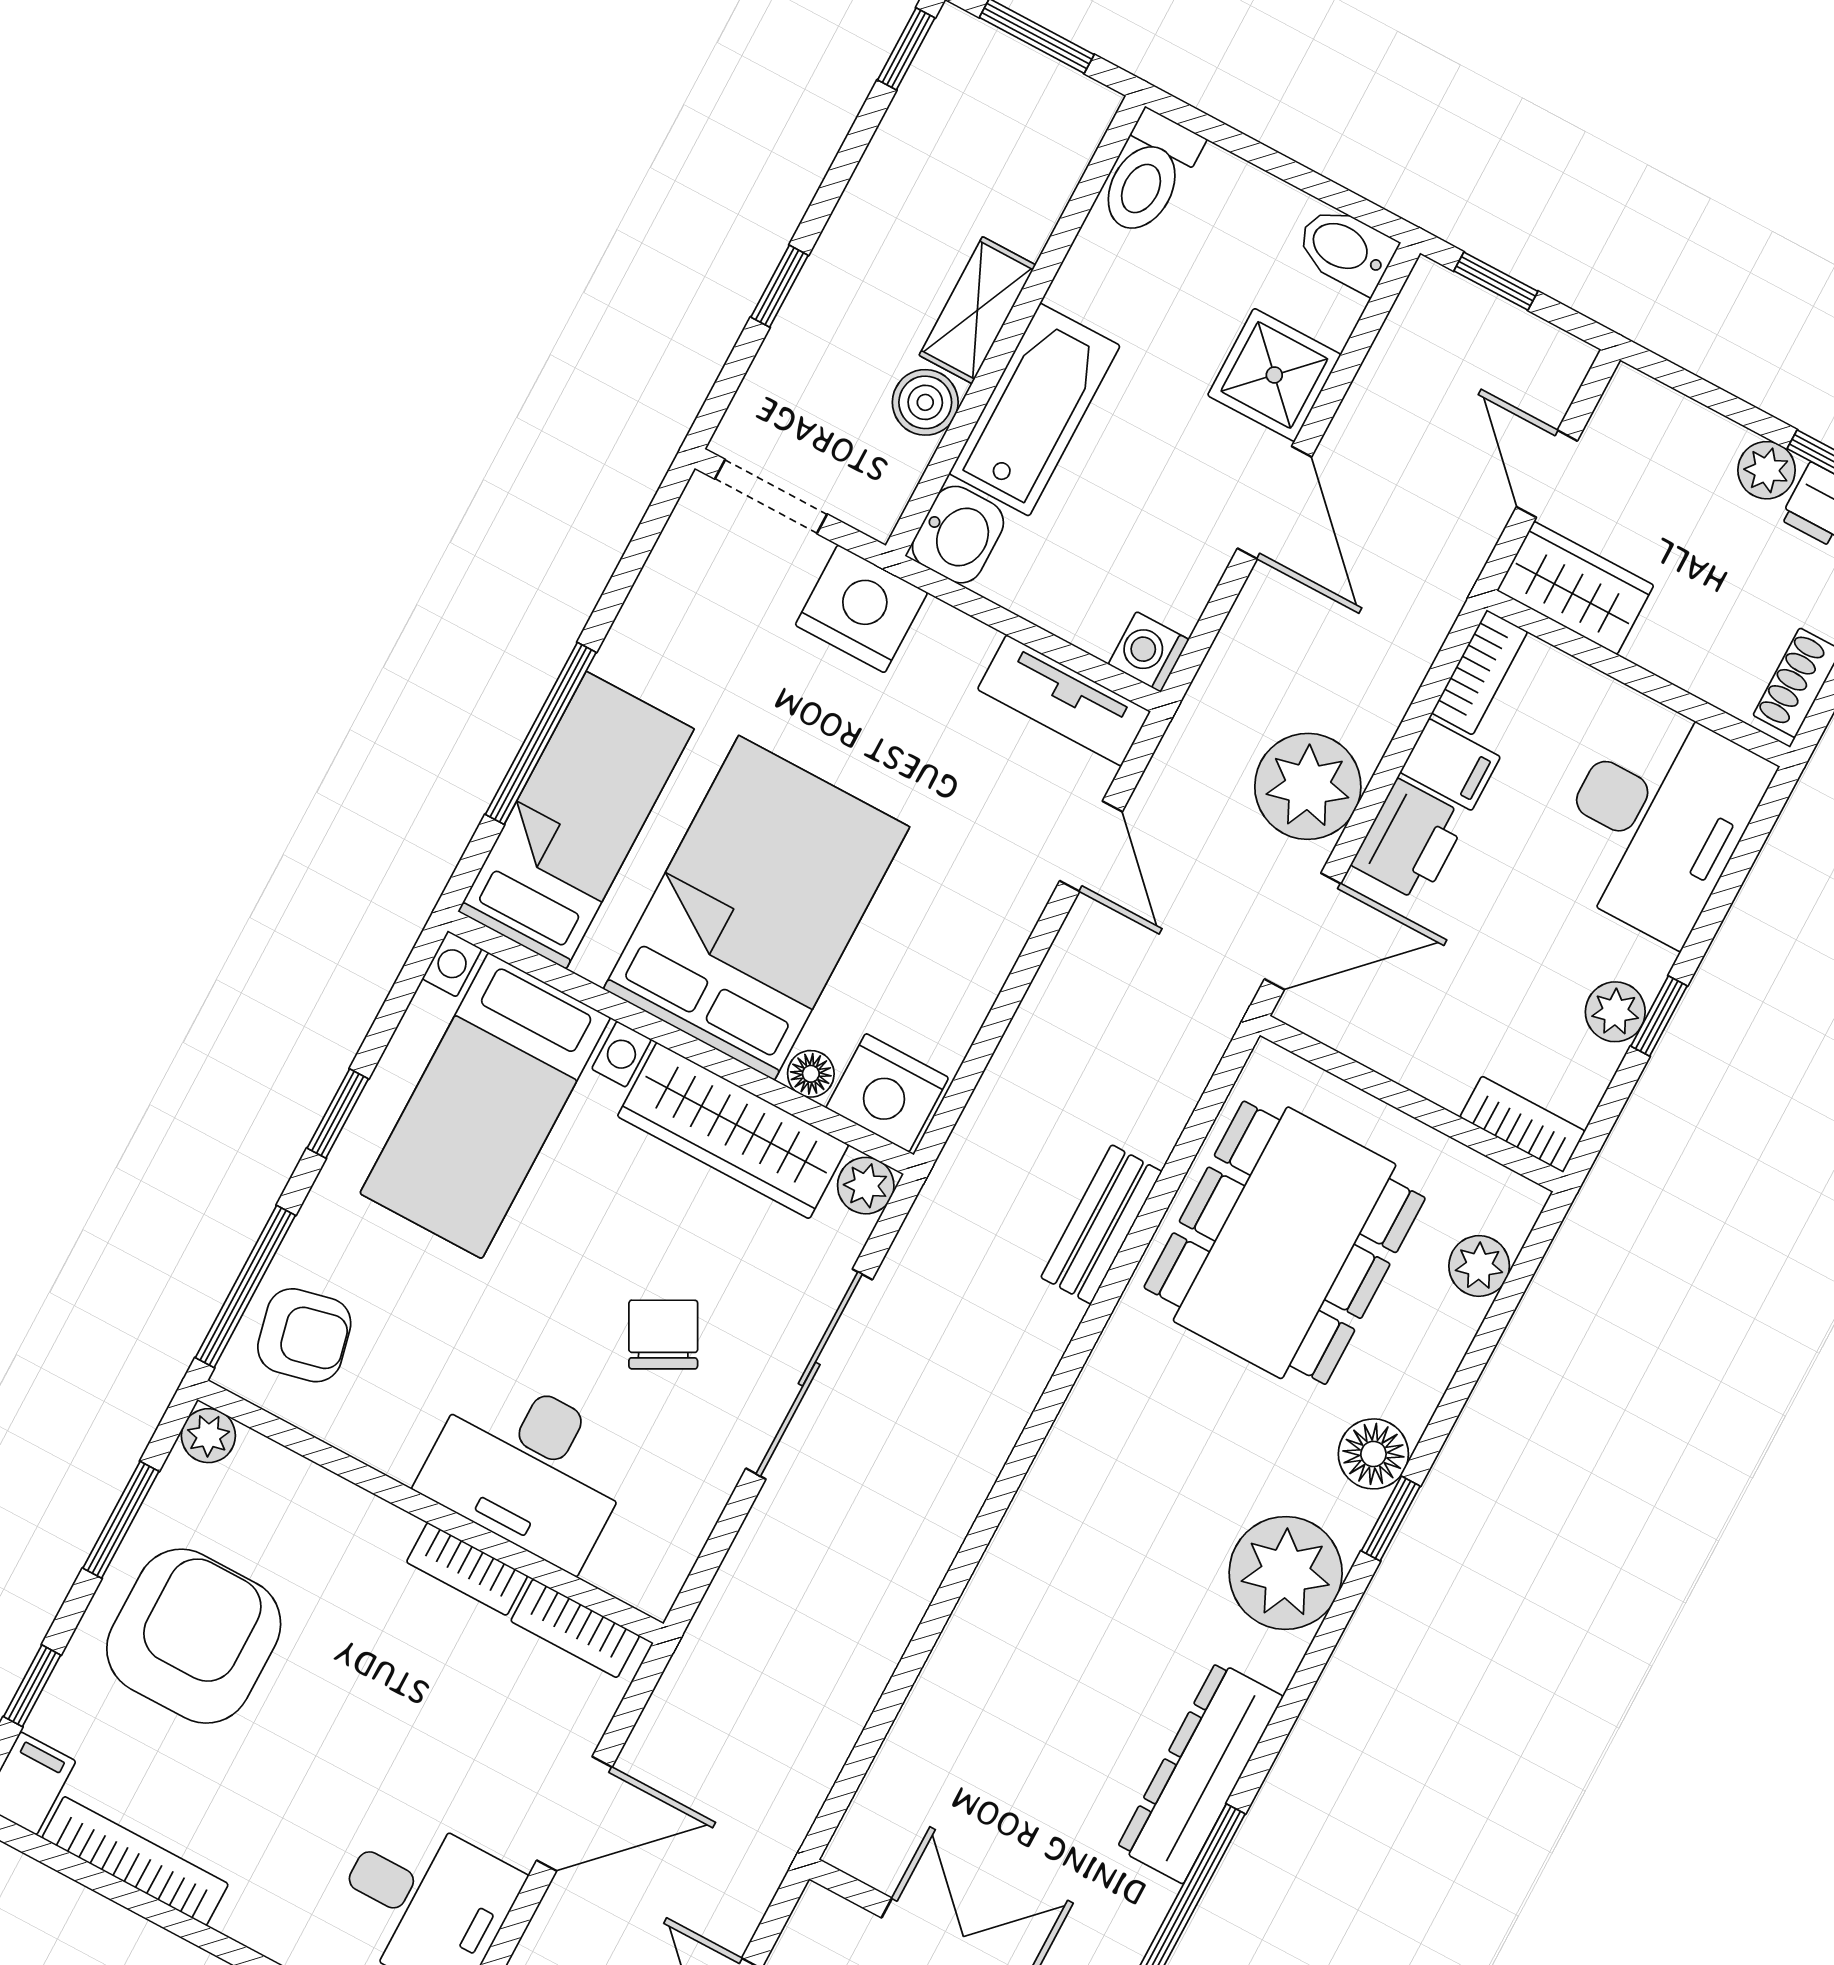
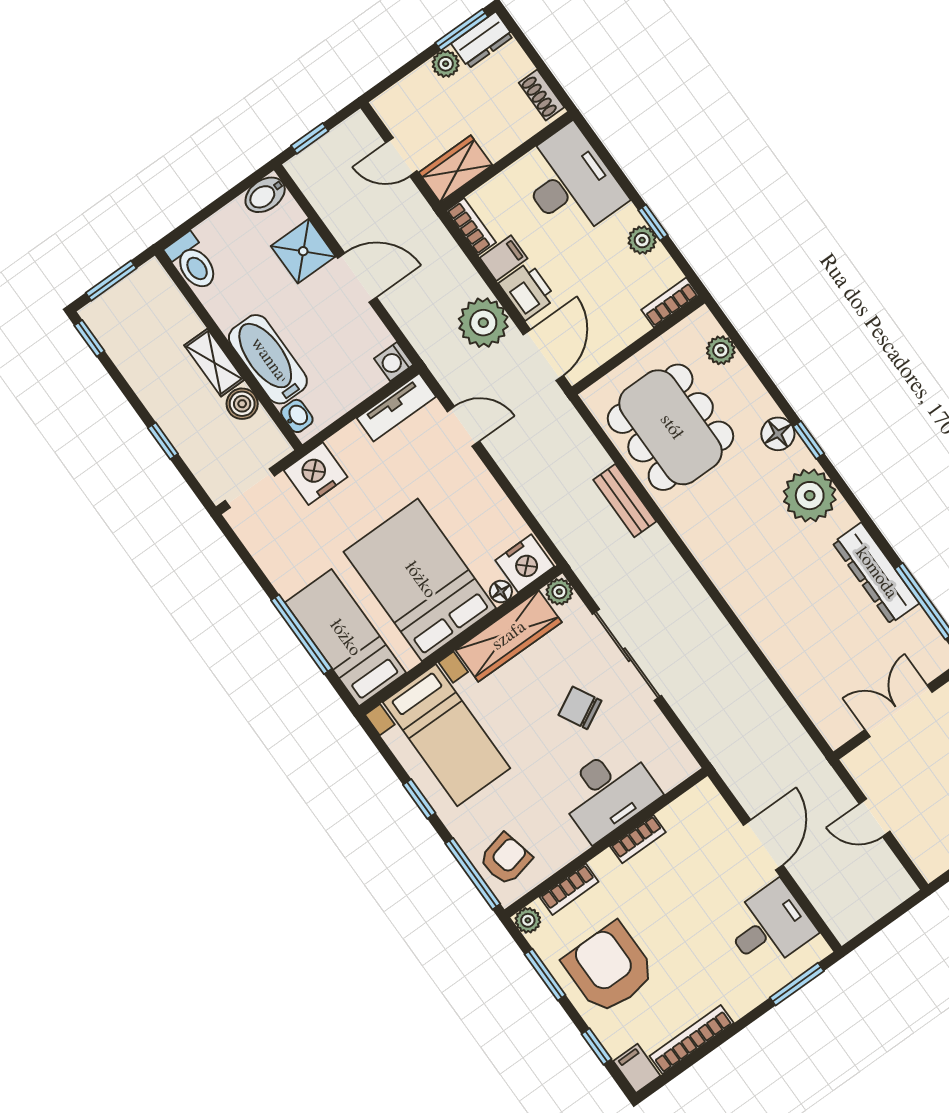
washbasin: (958, 535) -> (297, 416), width x0.72, depth x0.69
bookcase: (575, 1628) -> (569, 889), moved

